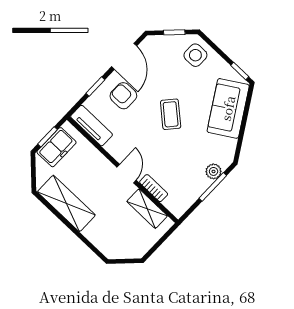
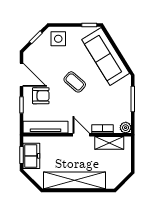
armchair: (123, 96) -> (41, 96), turned 180
sofa: (228, 108) -> (106, 56), width x1.36
tv unit: (92, 126) -> (45, 127), width x1.41
plant: (214, 171) -> (126, 128), moved
shelving: (66, 203) -> (74, 180), width x1.47

